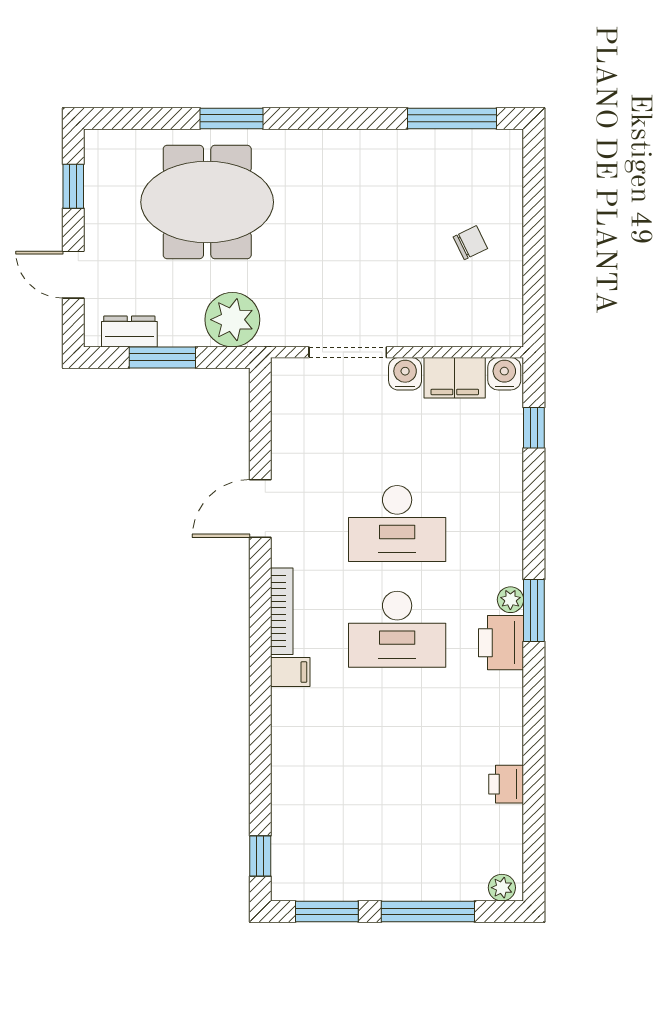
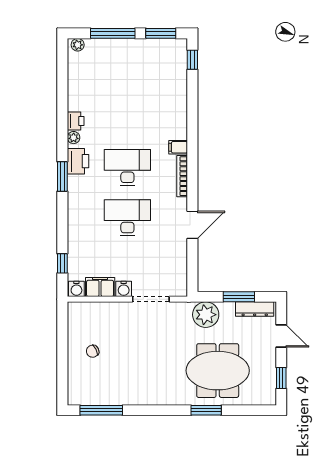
dresser: (129, 331) -> (255, 309), width x1.44
plant: (510, 600) -> (74, 138), moved
printer: (506, 784) -> (76, 121), moved

